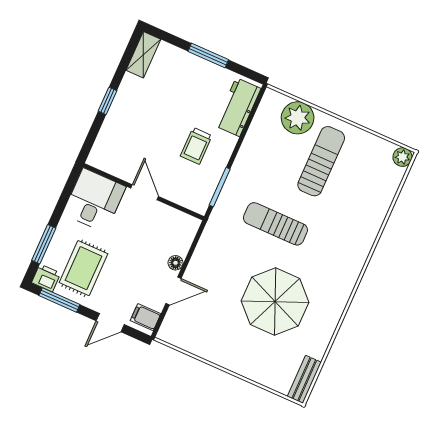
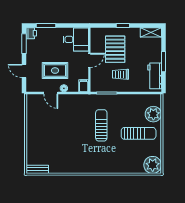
workbench: (238, 107) -> (155, 76), moved, turned -90
pallet: (145, 135) -> (115, 49), added
plant: (402, 157) -> (153, 165), width x1.88, depth x1.88
rug: (83, 268) -> (55, 71), moved
parasol: (275, 302) -> (66, 141), removed
filing cabinet: (146, 317) -> (84, 86), moved

